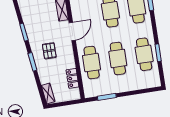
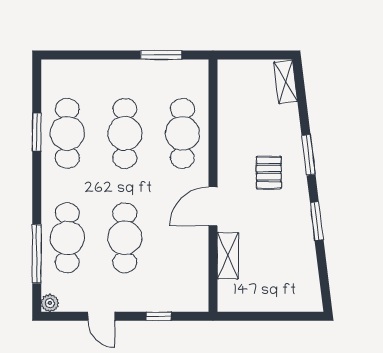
locker: (73, 78) -> (228, 106), removed

